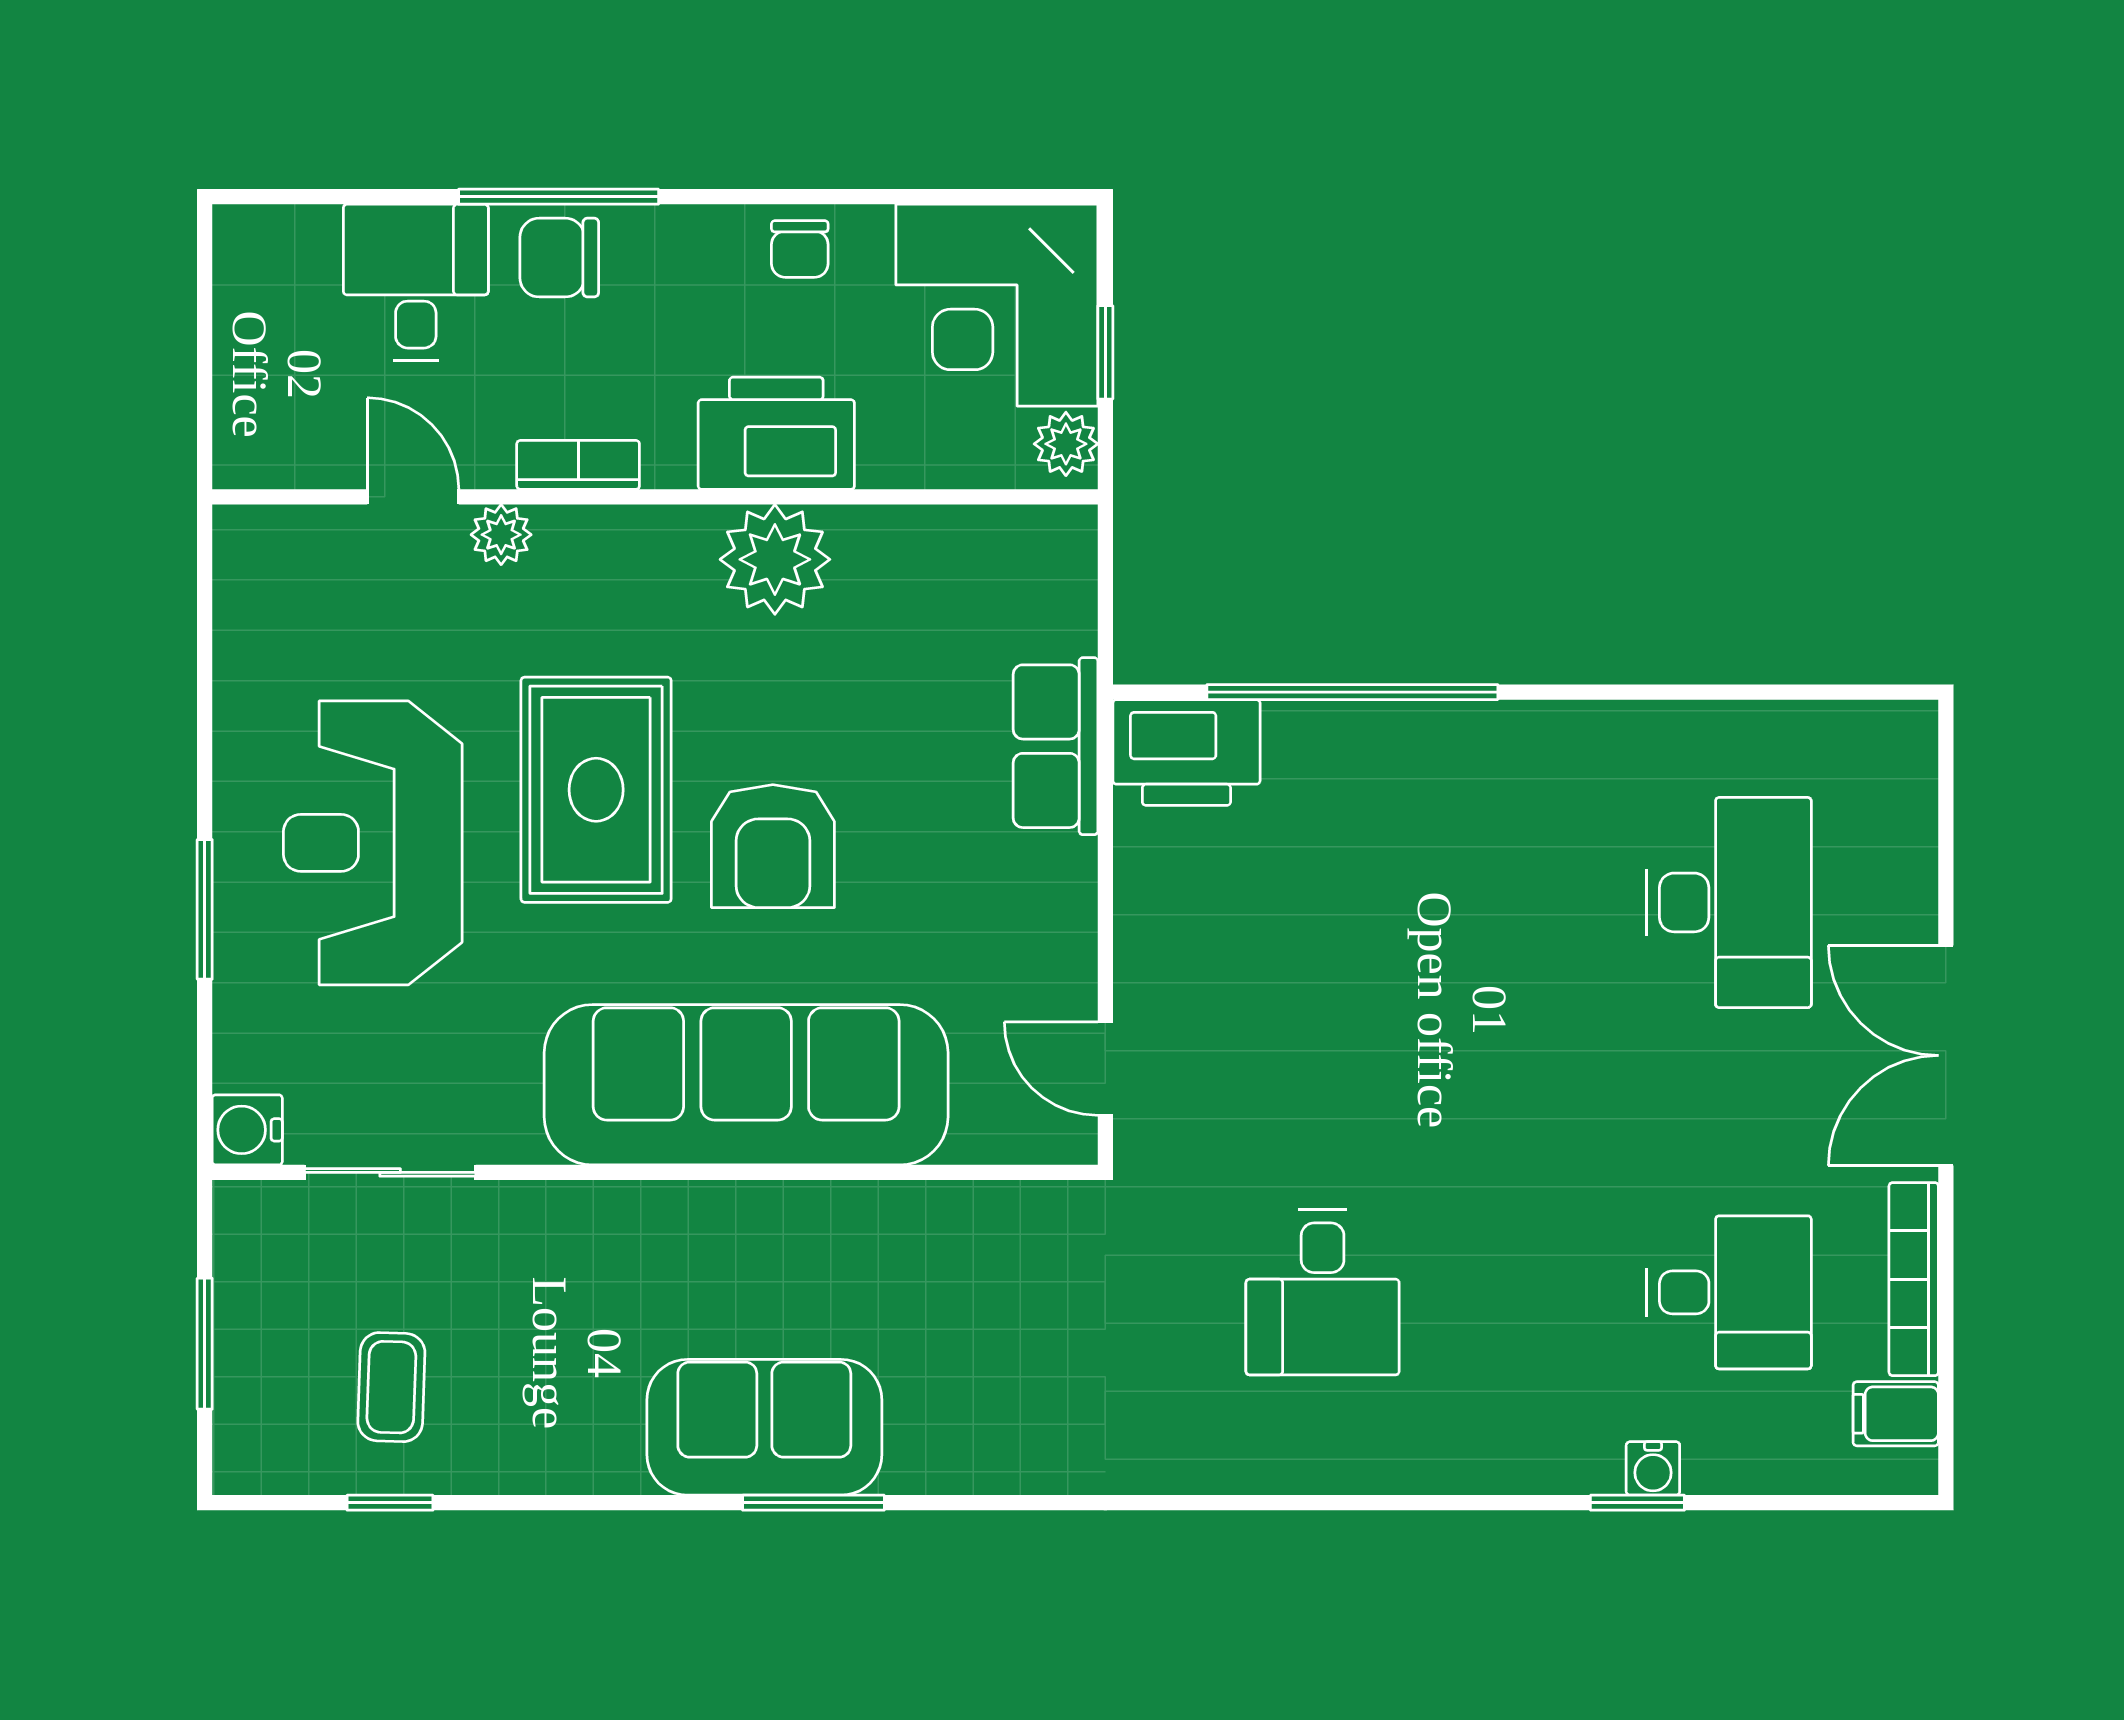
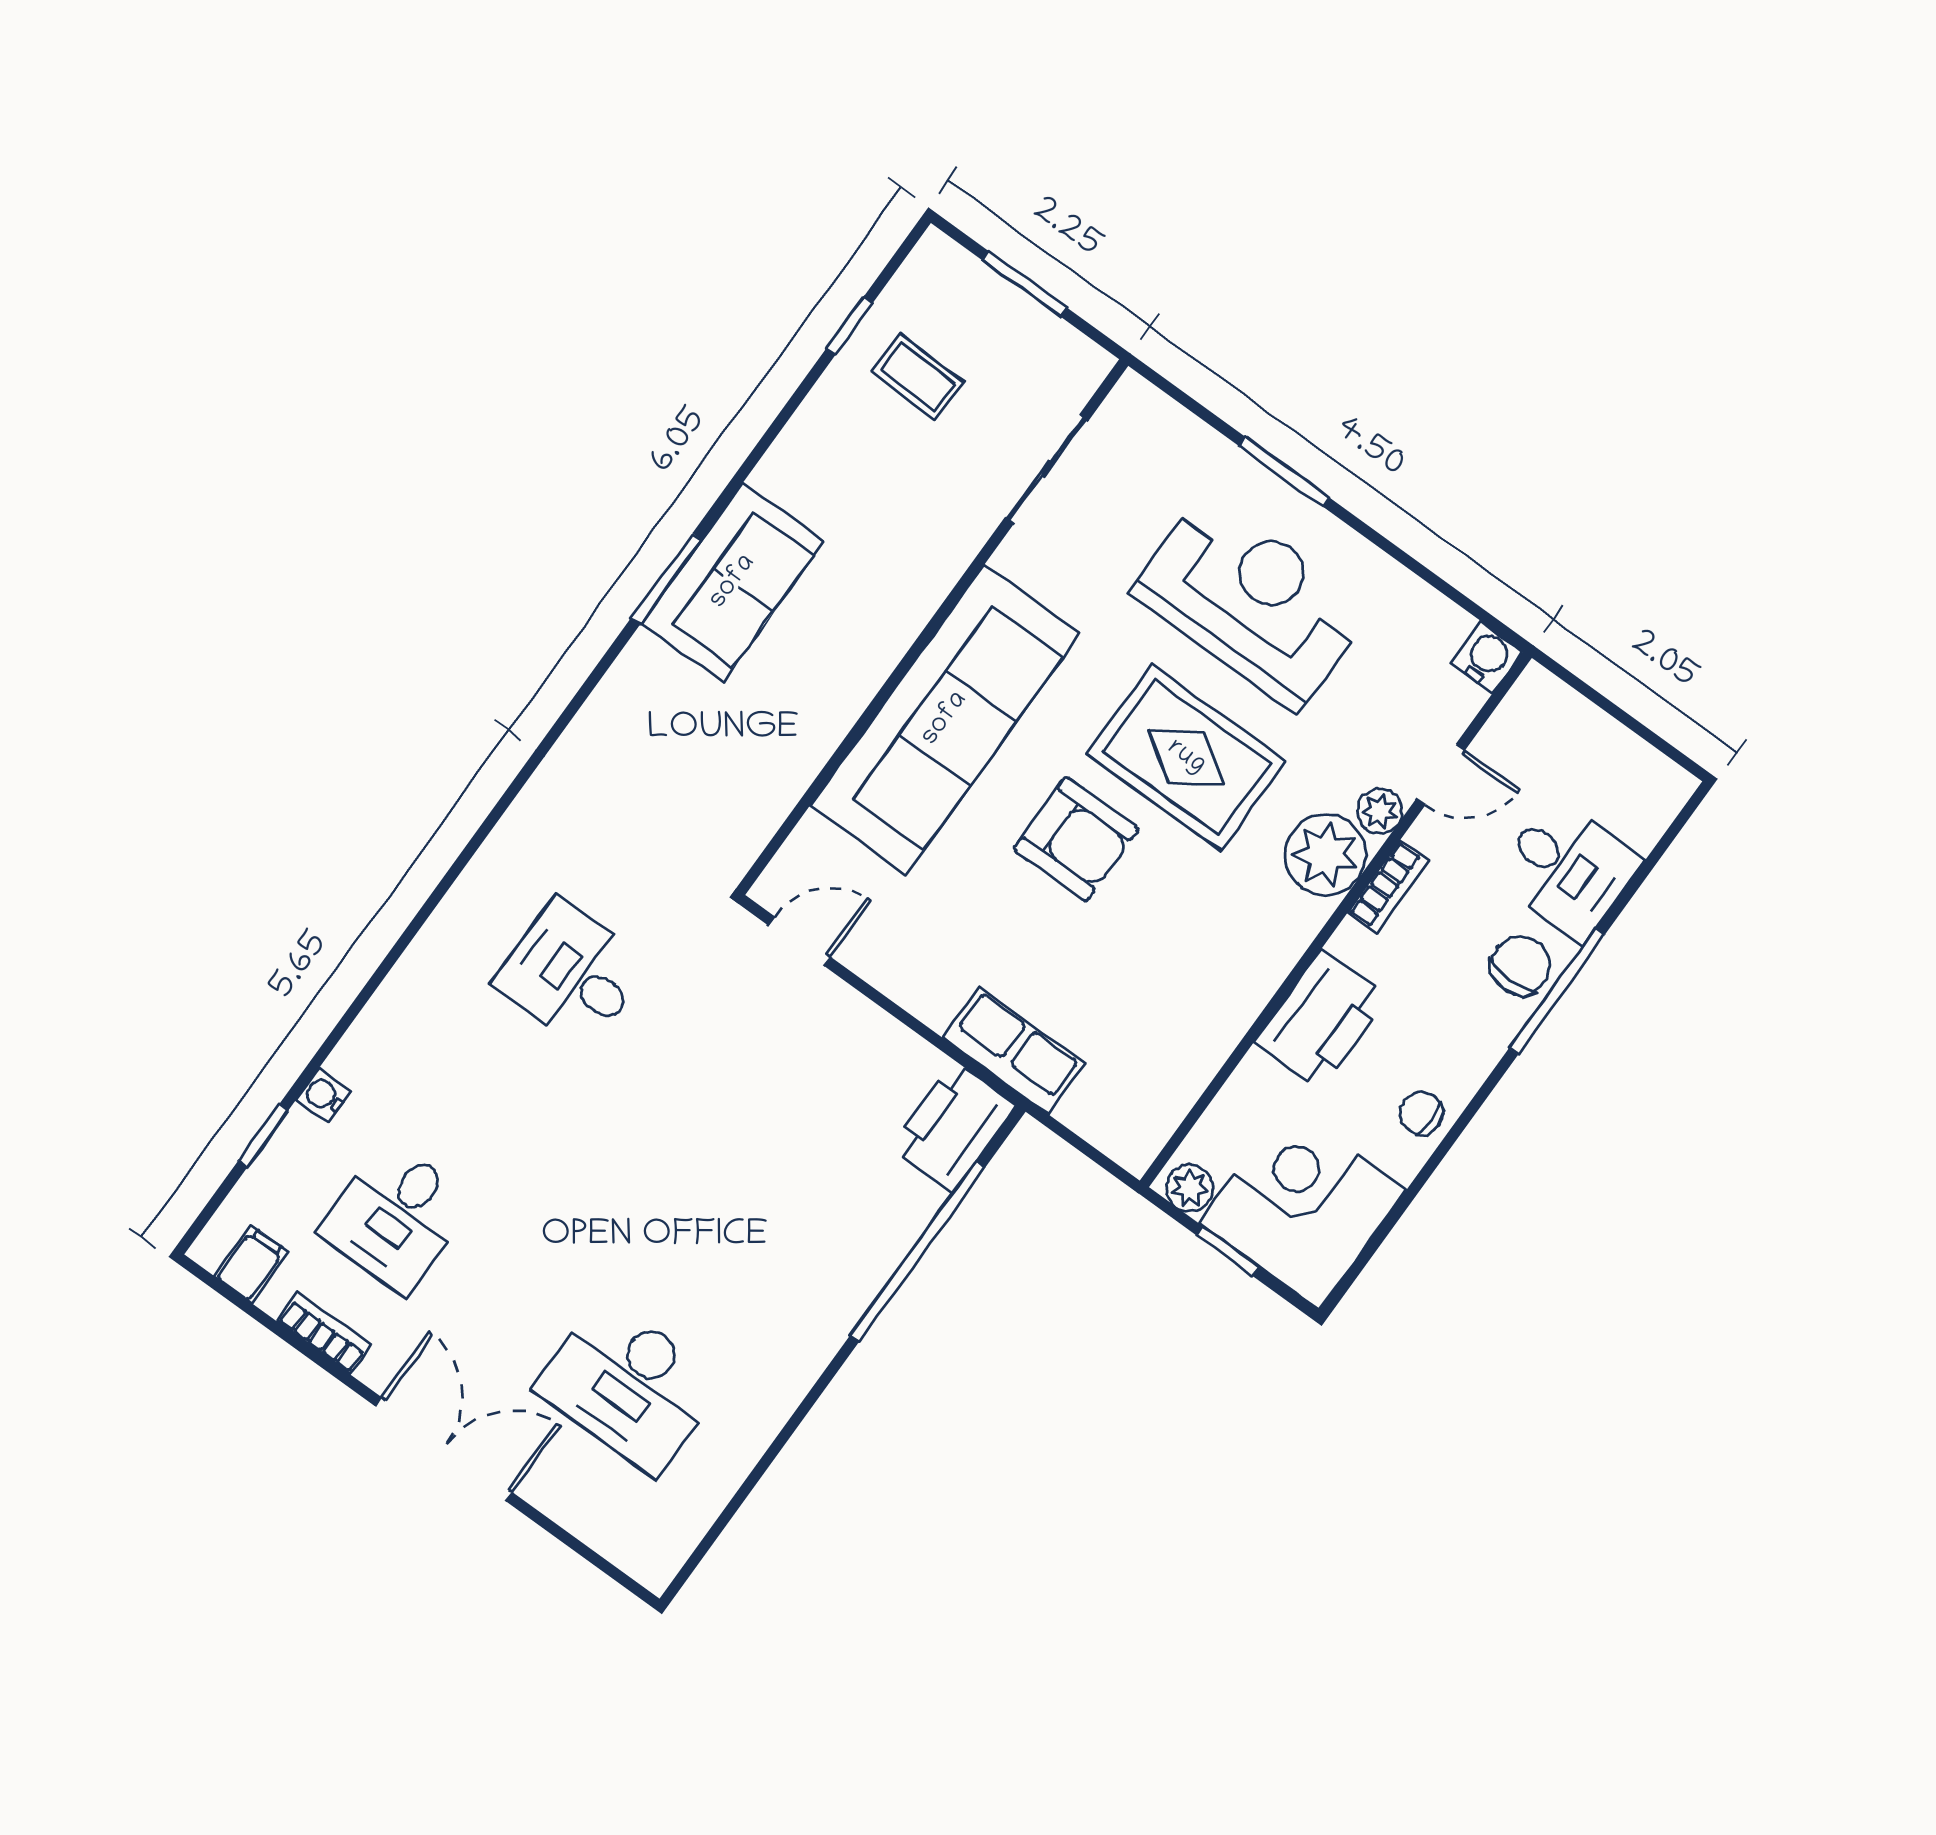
plant: (775, 559) -> (1326, 855), moved
armchair: (773, 846) -> (1076, 839), turned 180
water cooler: (247, 1130) -> (1487, 657), moved
bookcase: (1914, 1279) -> (324, 1333), width x0.64
window: (1637, 1503) -> (263, 1136), moved

